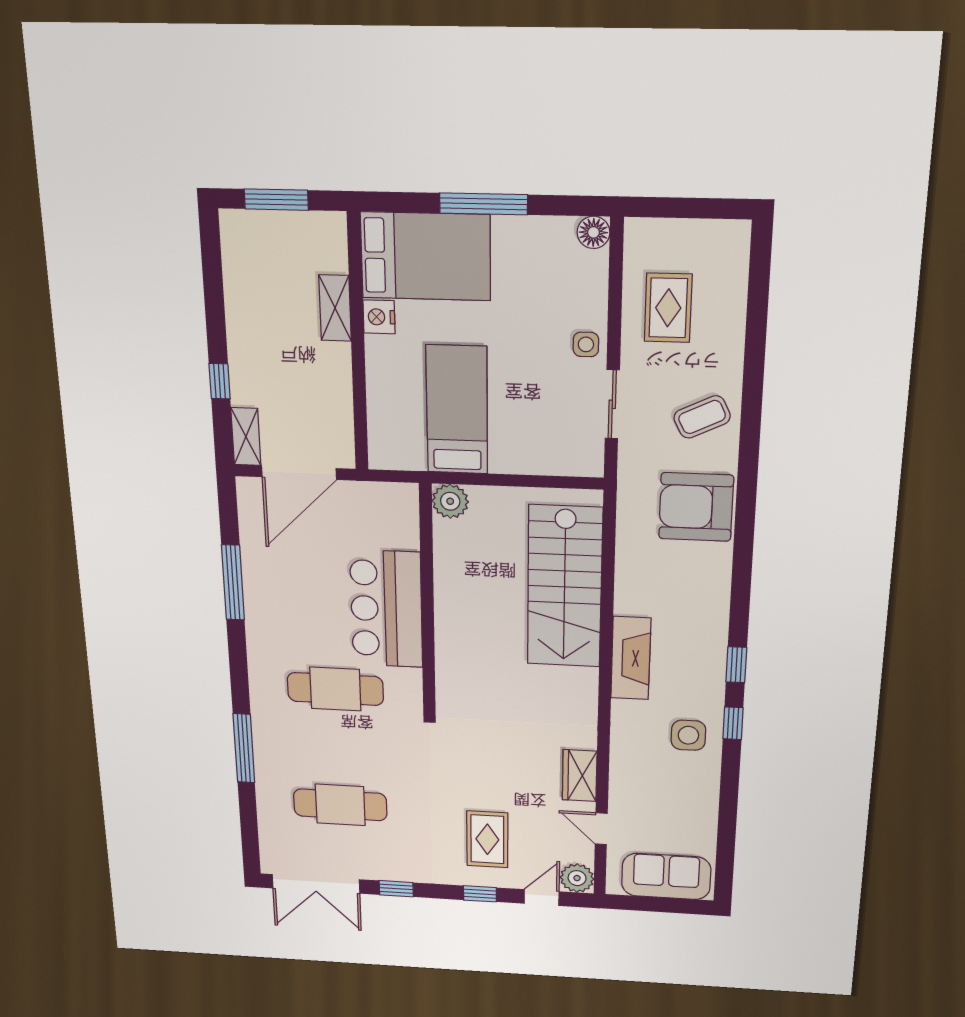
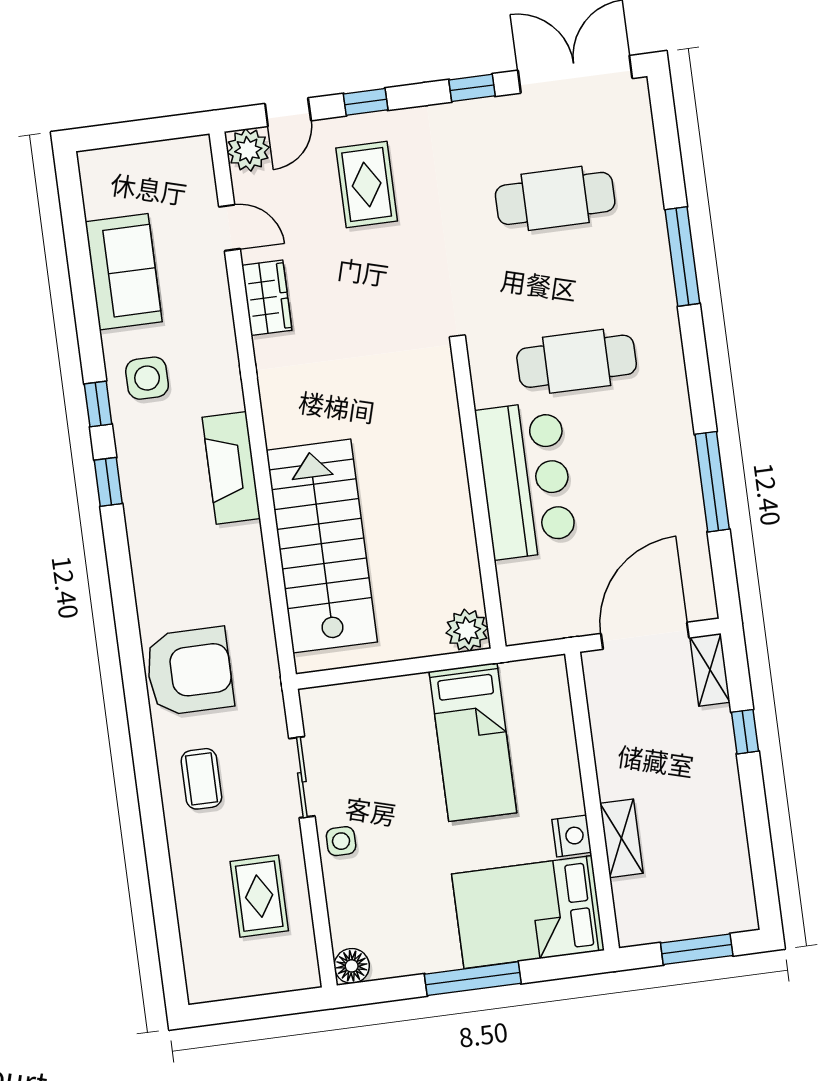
coffee table: (702, 417) -> (201, 779), turned -64
sofa: (666, 876) -> (124, 272), moved, turned -90

